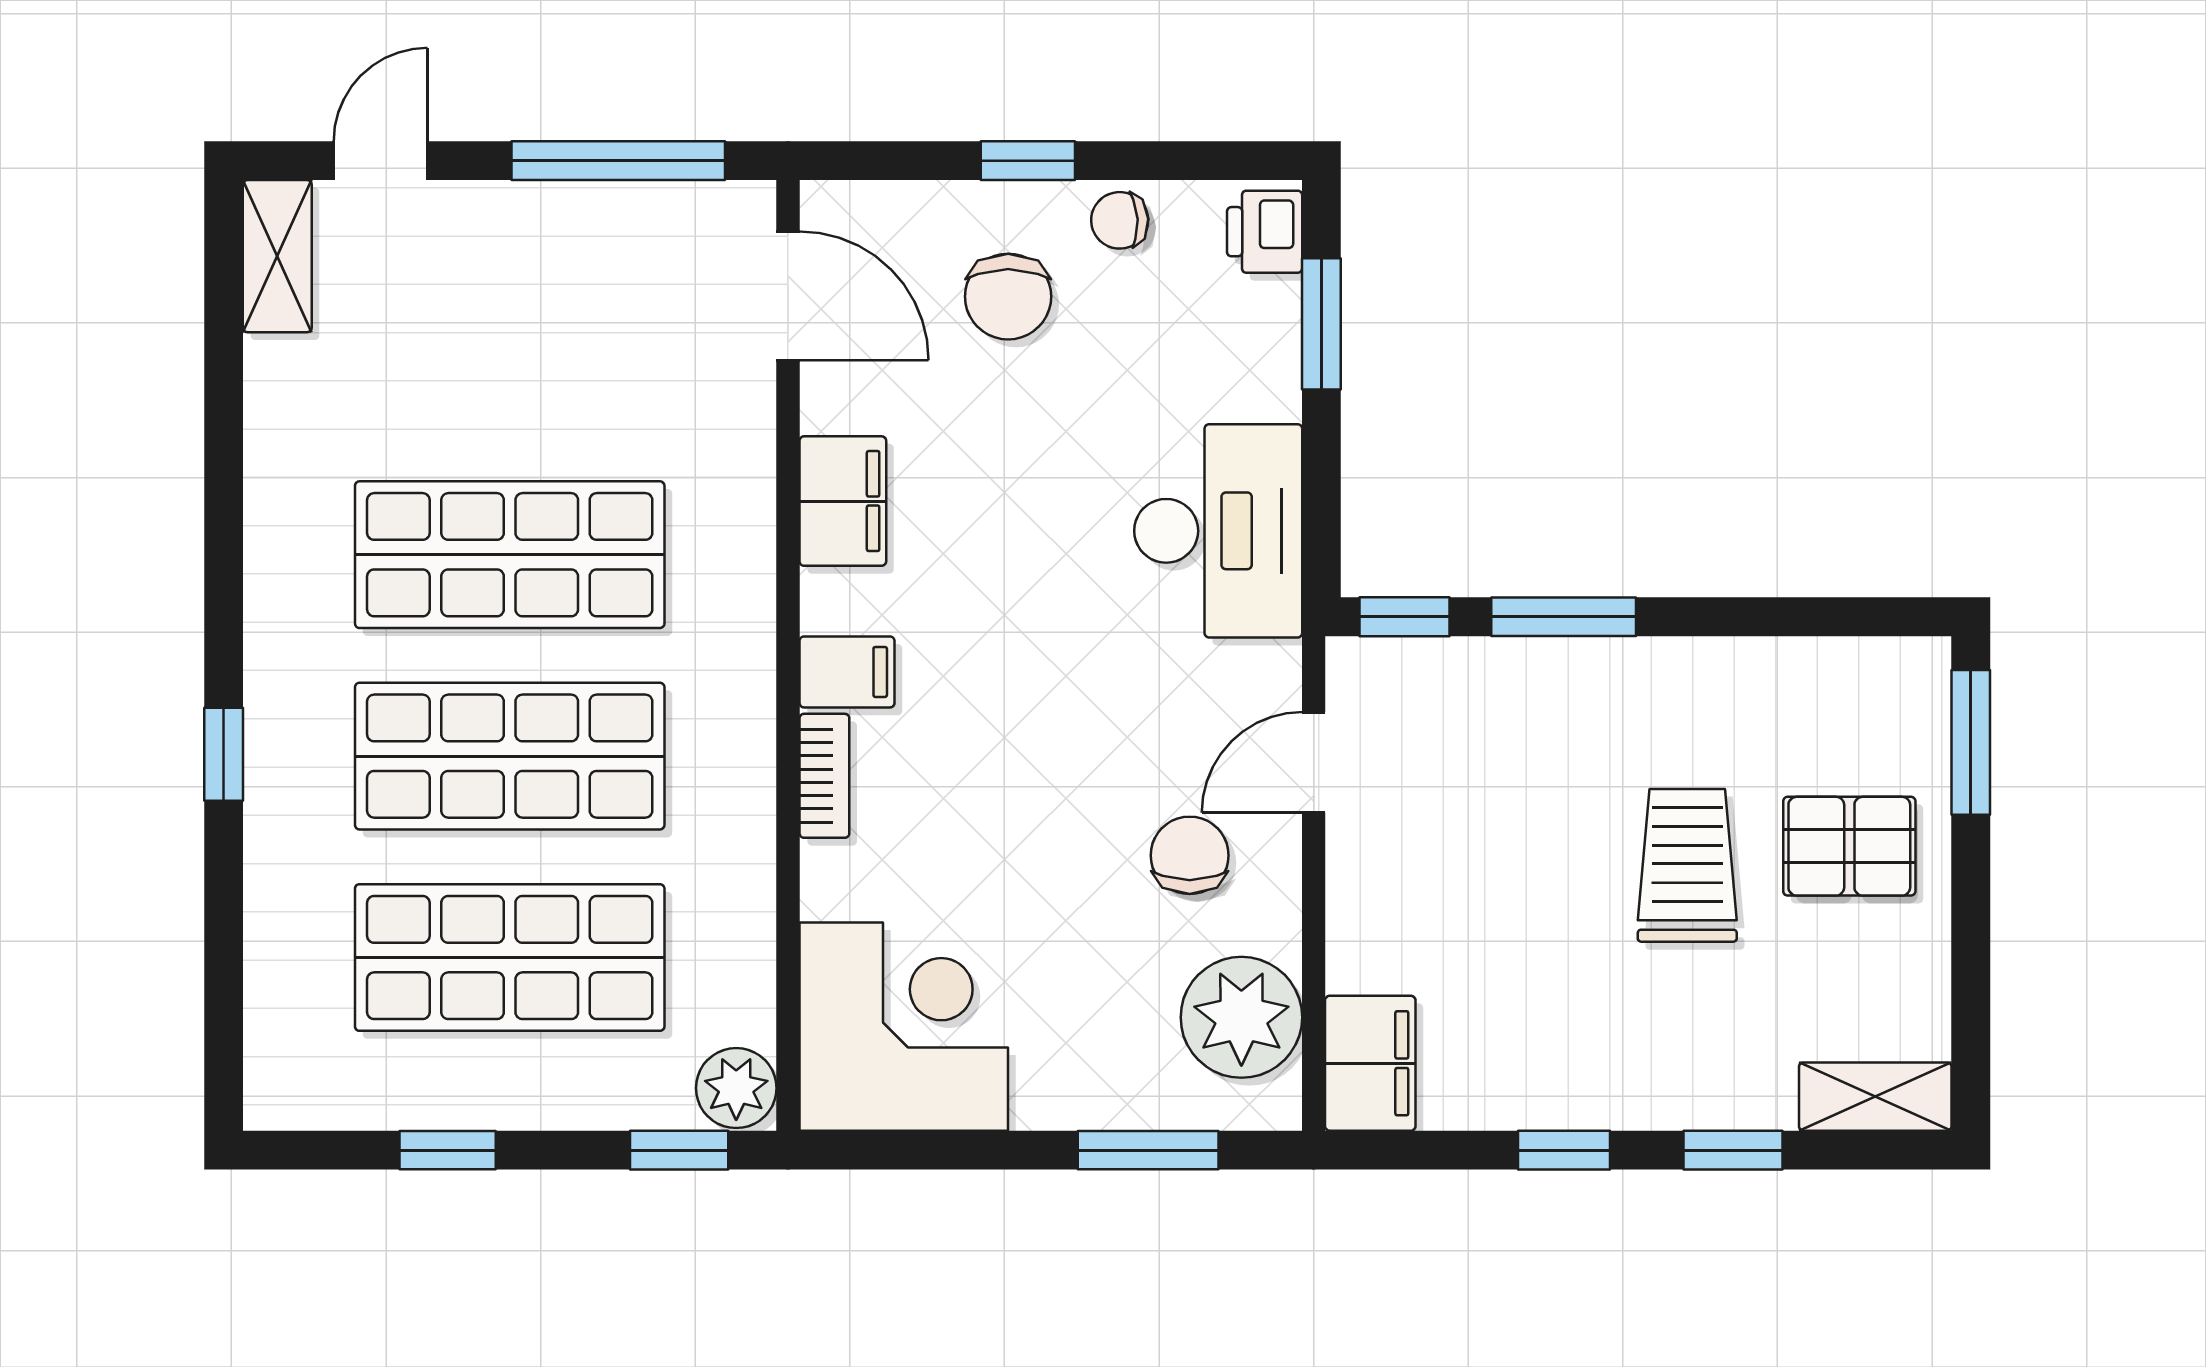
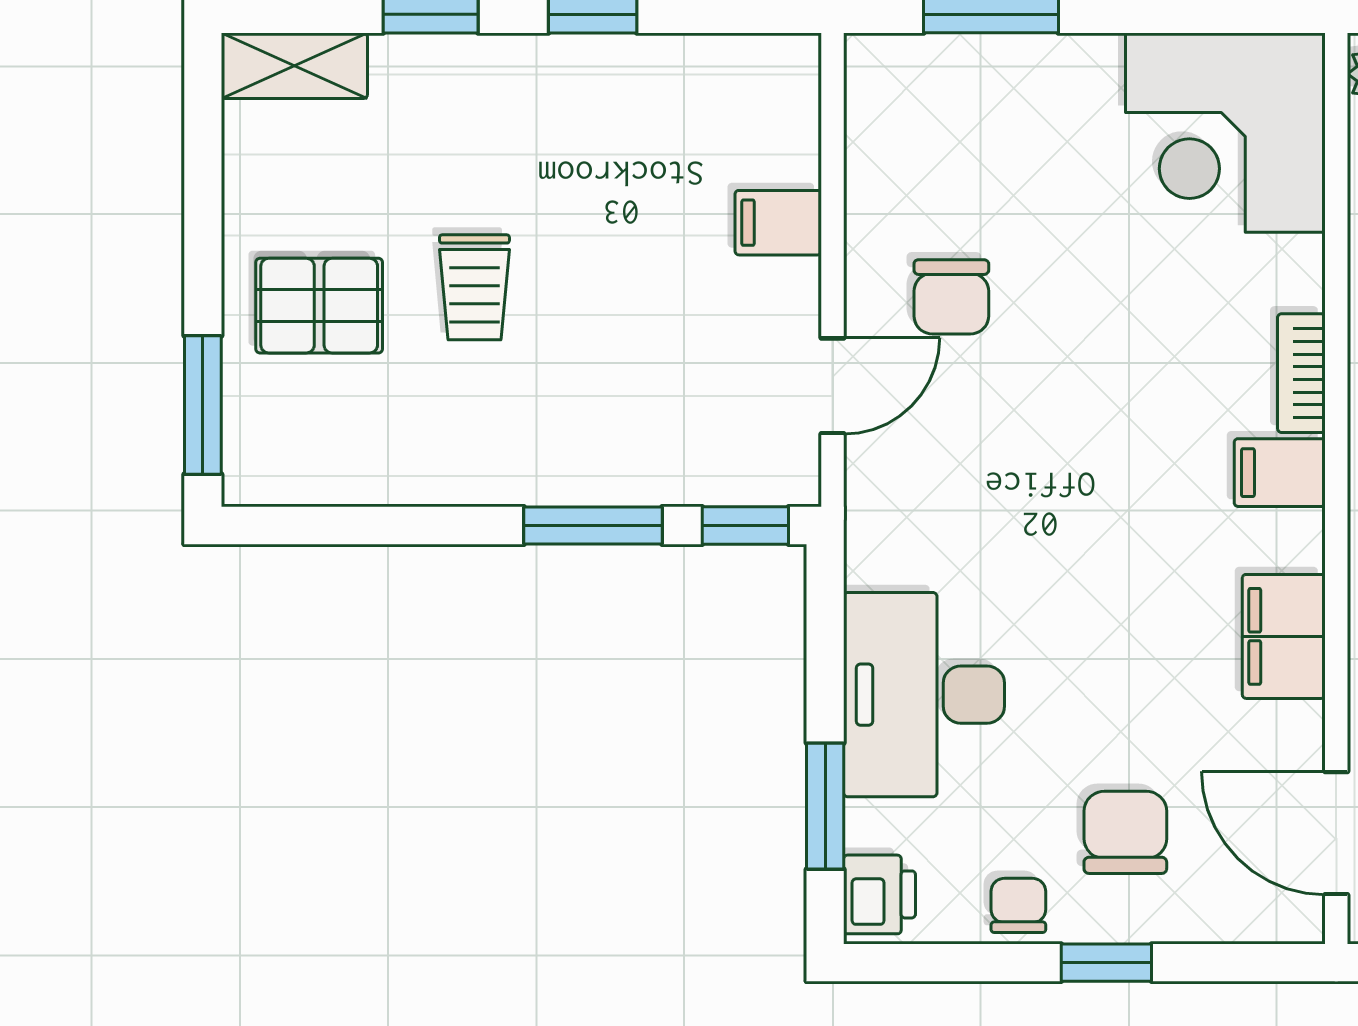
chair: (1120, 220) -> (1018, 905), turned -87
desk: (1218, 531) -> (924, 695), moved
trolley: (1687, 865) -> (474, 287), width x0.73, depth x0.72
plant: (1241, 1017) -> (902, 142), removed
filing cabinet: (1370, 1063) -> (778, 223), moved, width x0.50

